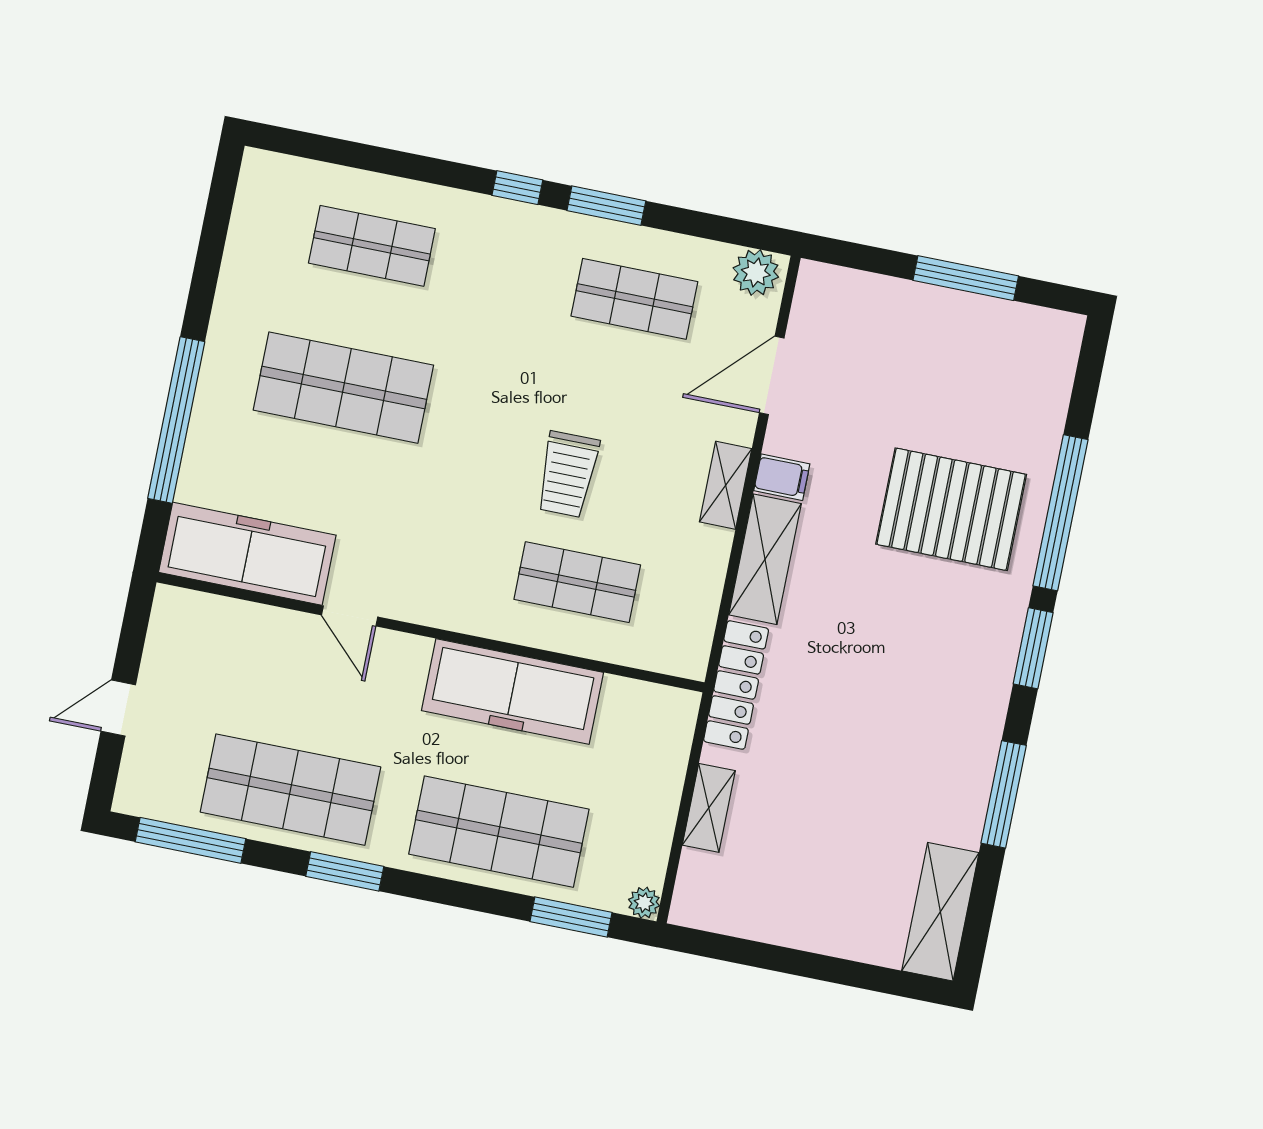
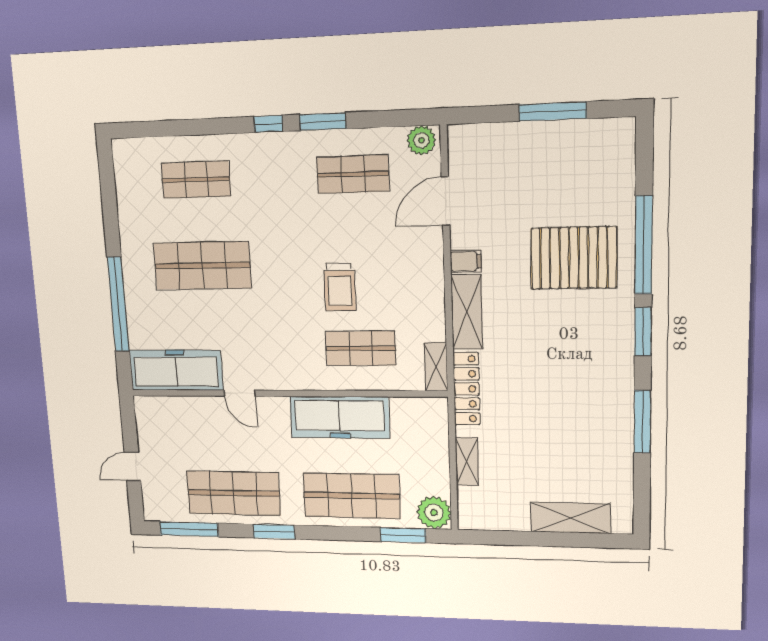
shelving: (726, 485) -> (436, 367), moved
plant: (644, 903) -> (434, 512), width x1.88, depth x1.88
shelving: (940, 912) -> (570, 518), moved, turned 90

